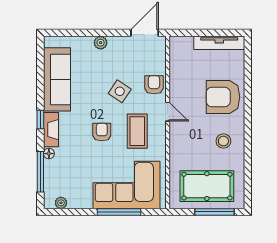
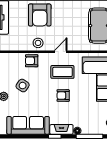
side table: (120, 91) -> (23, 86), moved
door: (168, 112) -> (61, 52), moved
stool: (223, 141) -> (38, 43), moved

